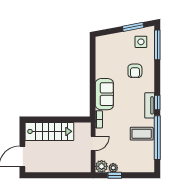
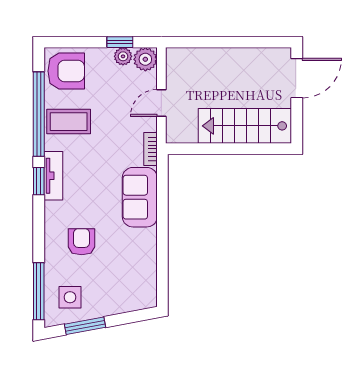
armchair: (143, 160) -> (66, 71), added

